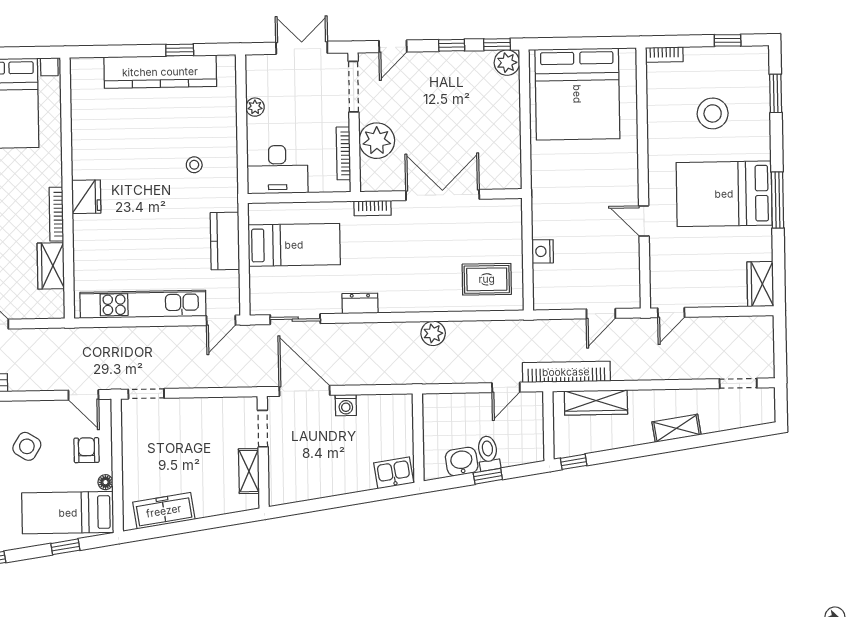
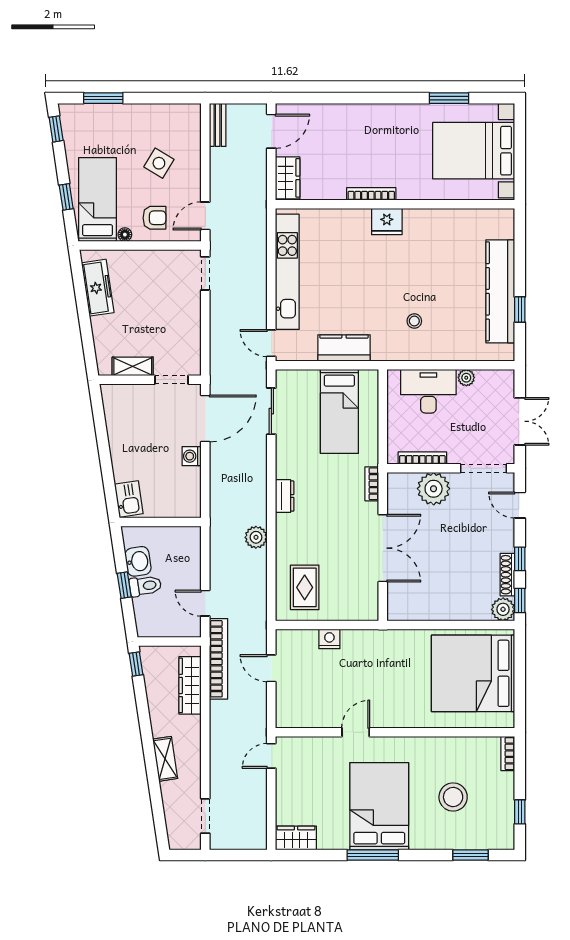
shoe rack: (469, 58) -> (507, 575), added
desk: (277, 170) -> (428, 391), moved, turned 90
wardrobe: (51, 266) -> (288, 178), moved, turned 90
dresser: (360, 303) -> (285, 496), moved
door: (671, 313) -> (271, 756), hinge flipped
door: (601, 314) -> (271, 668), moved

